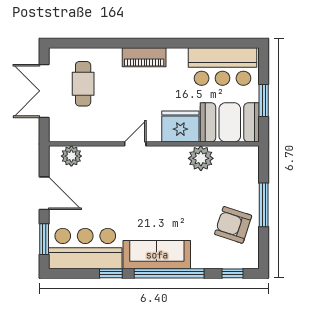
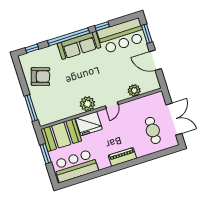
plant: (71, 156) -> (134, 90), moved
plant: (201, 158) -> (87, 104), moved
window: (264, 205) -> (31, 108), moved

